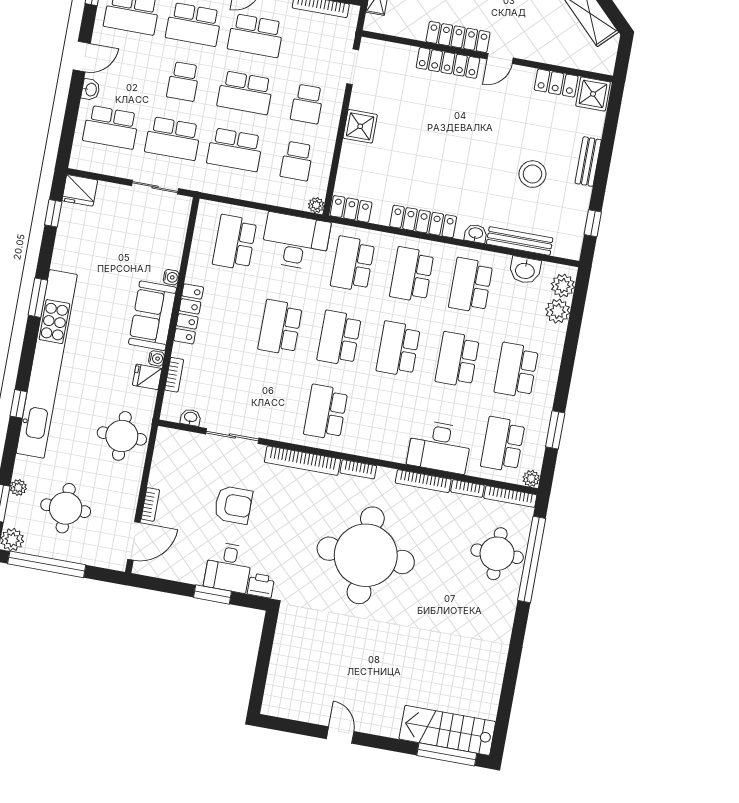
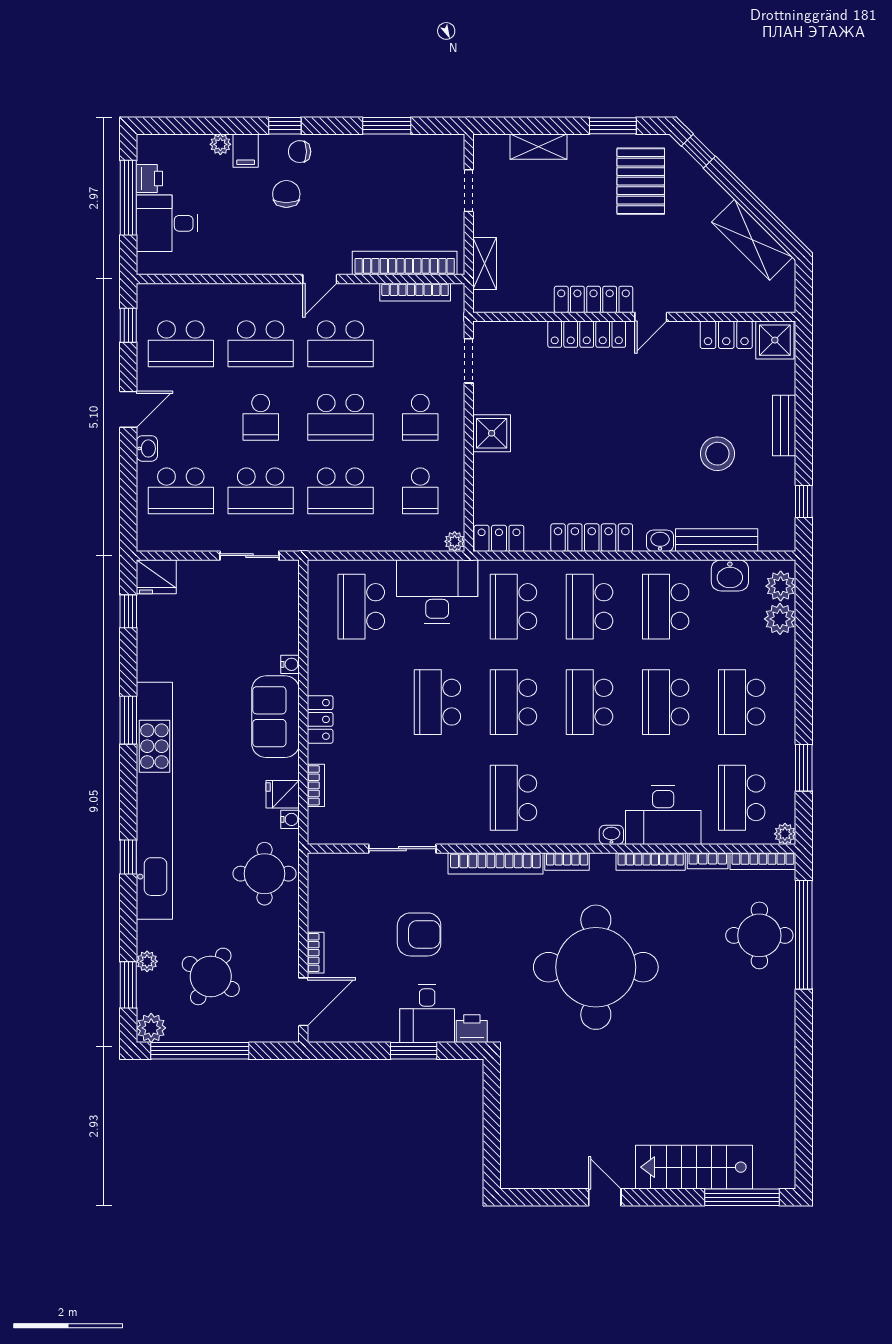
locker: (189, 314) -> (320, 719), width x0.66
water cooler: (156, 358) -> (290, 819), moved
washbasin: (191, 417) -> (611, 835), moved
round table: (66, 508) -> (211, 976), turned 31
stairs: (447, 730) -> (694, 1167), moved

